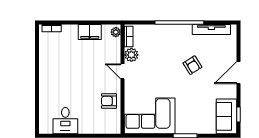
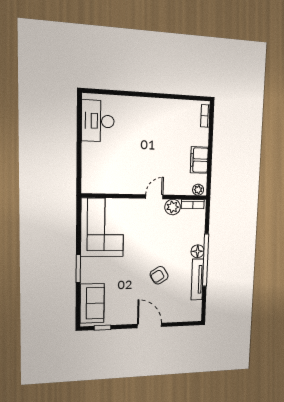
tv unit: (211, 29) -> (197, 279), moved
floor lamp: (171, 30) -> (198, 251), added
armchair: (109, 101) -> (121, 180), removed
sofa: (226, 116) -> (92, 303), moved, turned 90
desk: (65, 121) -> (98, 121), width x1.37

